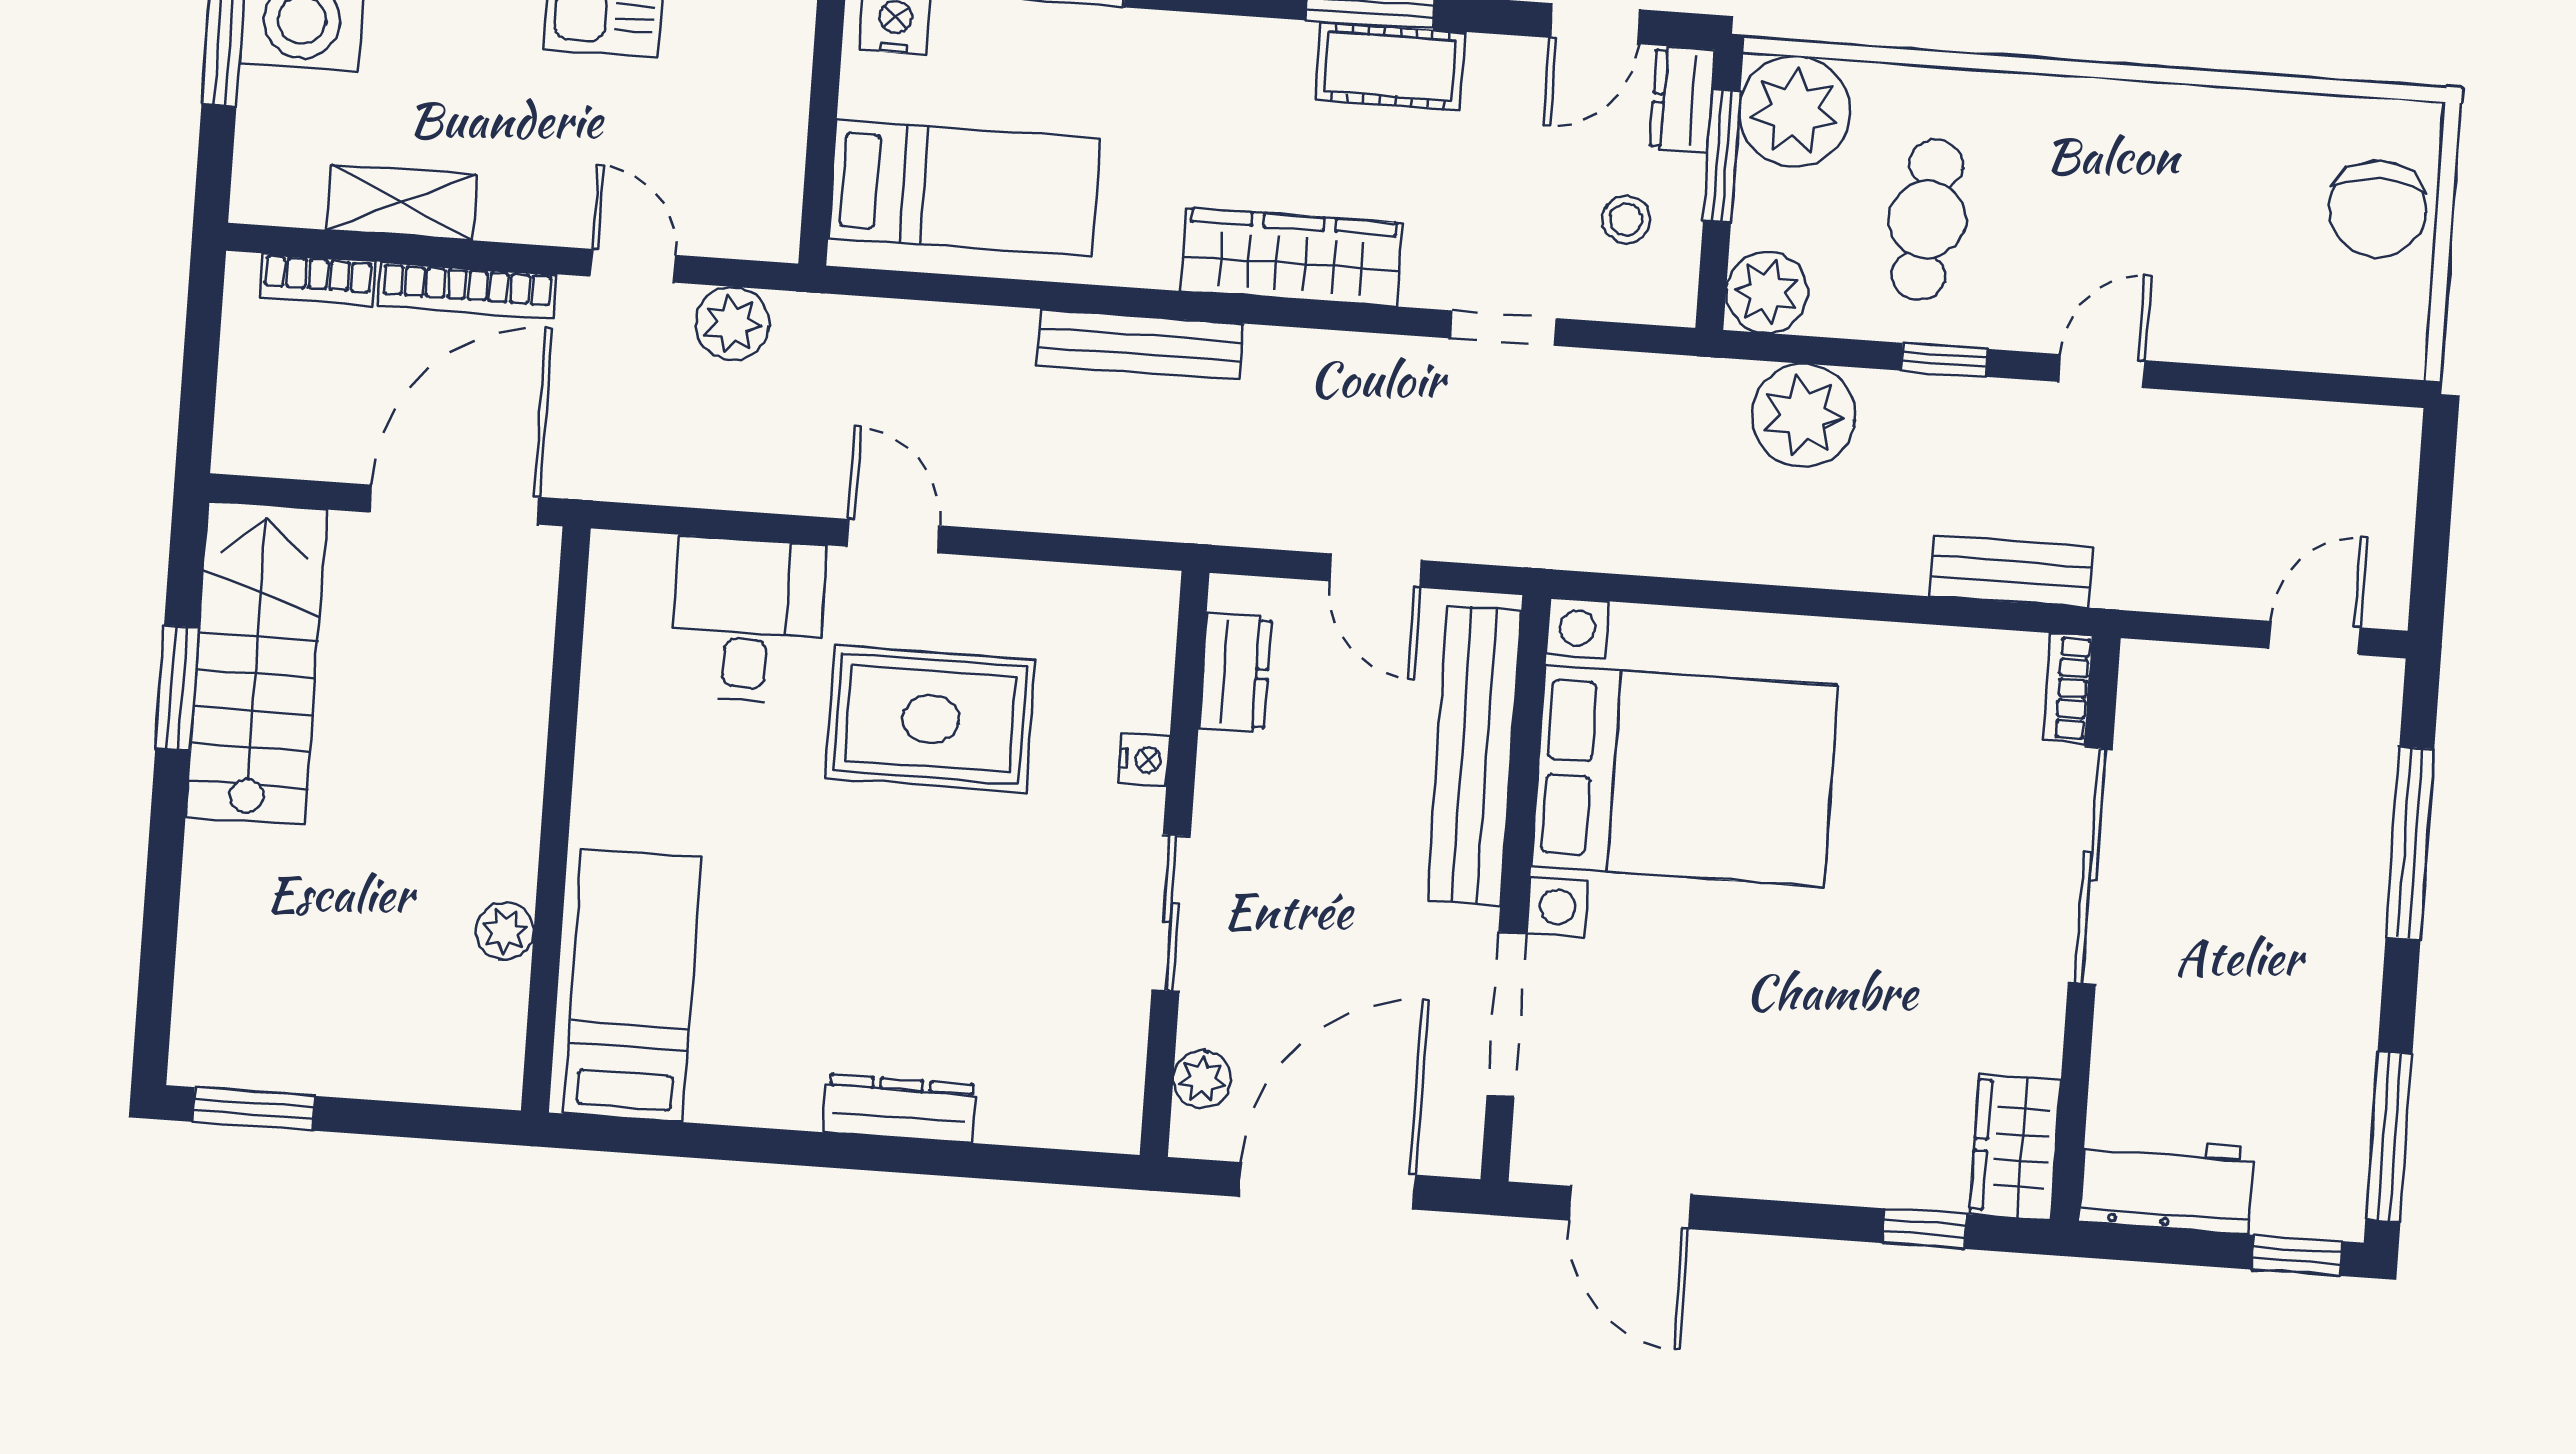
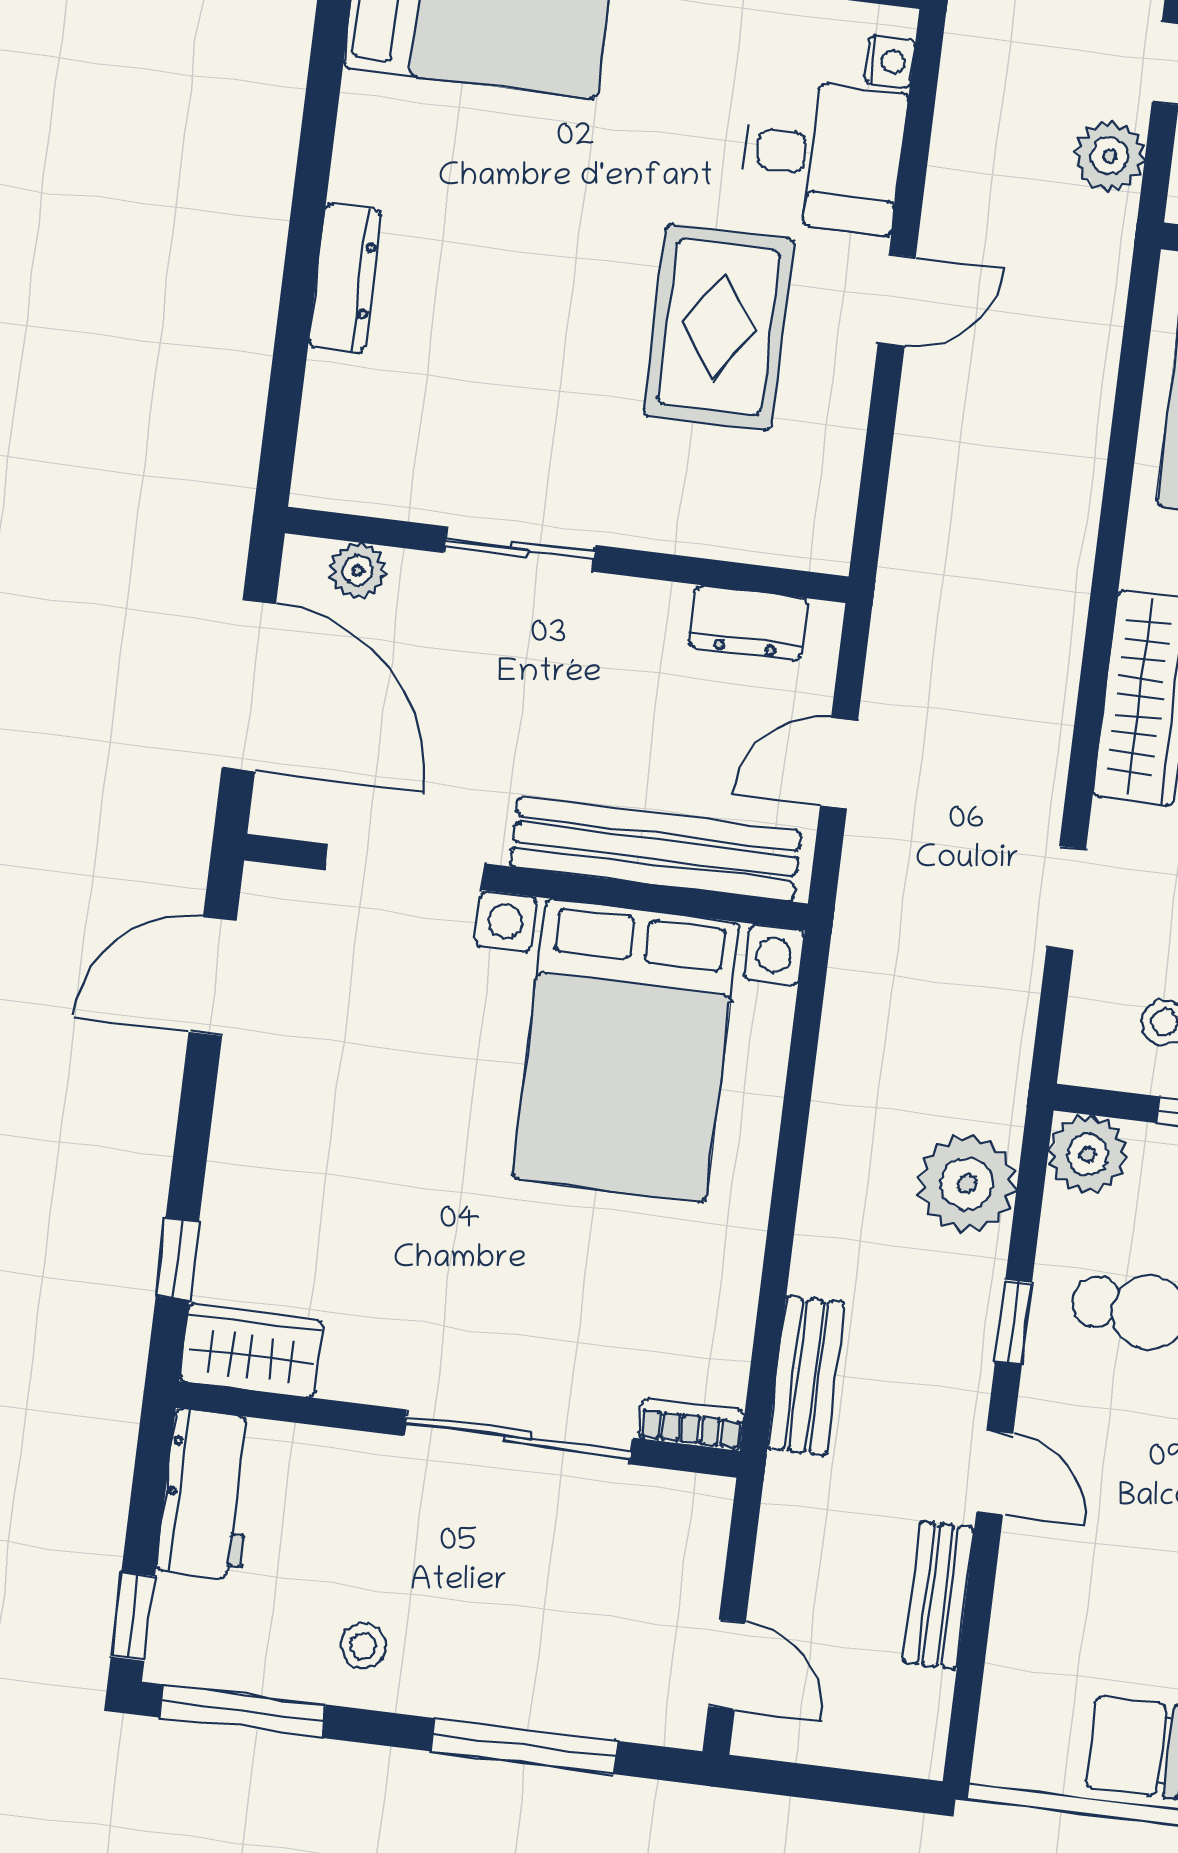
bench: (1140, 345) -> (938, 1595), moved, width x0.73
nightstand: (1144, 760) -> (890, 61), moved, turned -90
stool: (2315, 1015) -> (363, 1646), added

